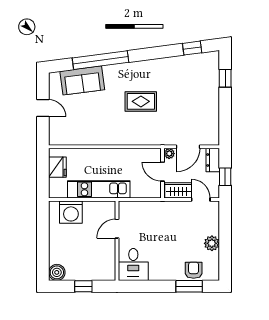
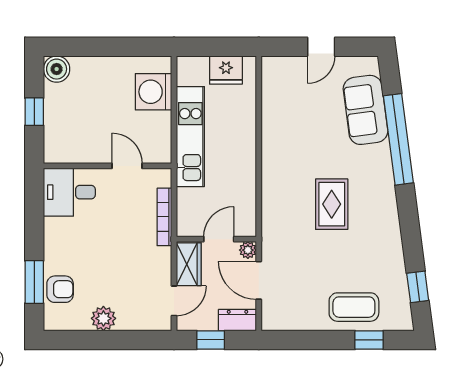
coffee table: (205, 88) -> (354, 307), added
bookcase: (149, 205) -> (164, 217), added

